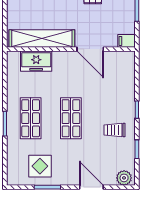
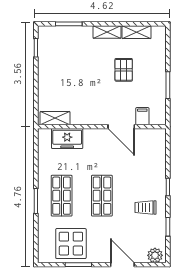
shelving: (42, 39) -> (55, 118), width x0.45, depth x0.75
filing cabinet: (126, 41) -> (142, 116), moved, turned 90
display table: (40, 166) -> (71, 244), width x1.36, depth x1.36

